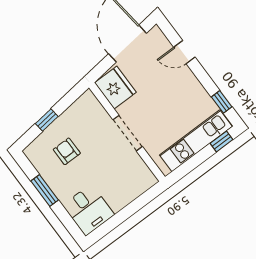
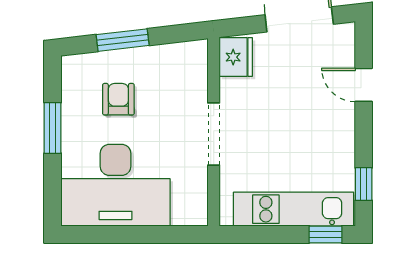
fridge: (115, 88) -> (236, 57), width x0.73, depth x0.75
window: (47, 120) -> (123, 40), width x1.50
desk: (88, 210) -> (116, 185), width x1.87, depth x1.30

